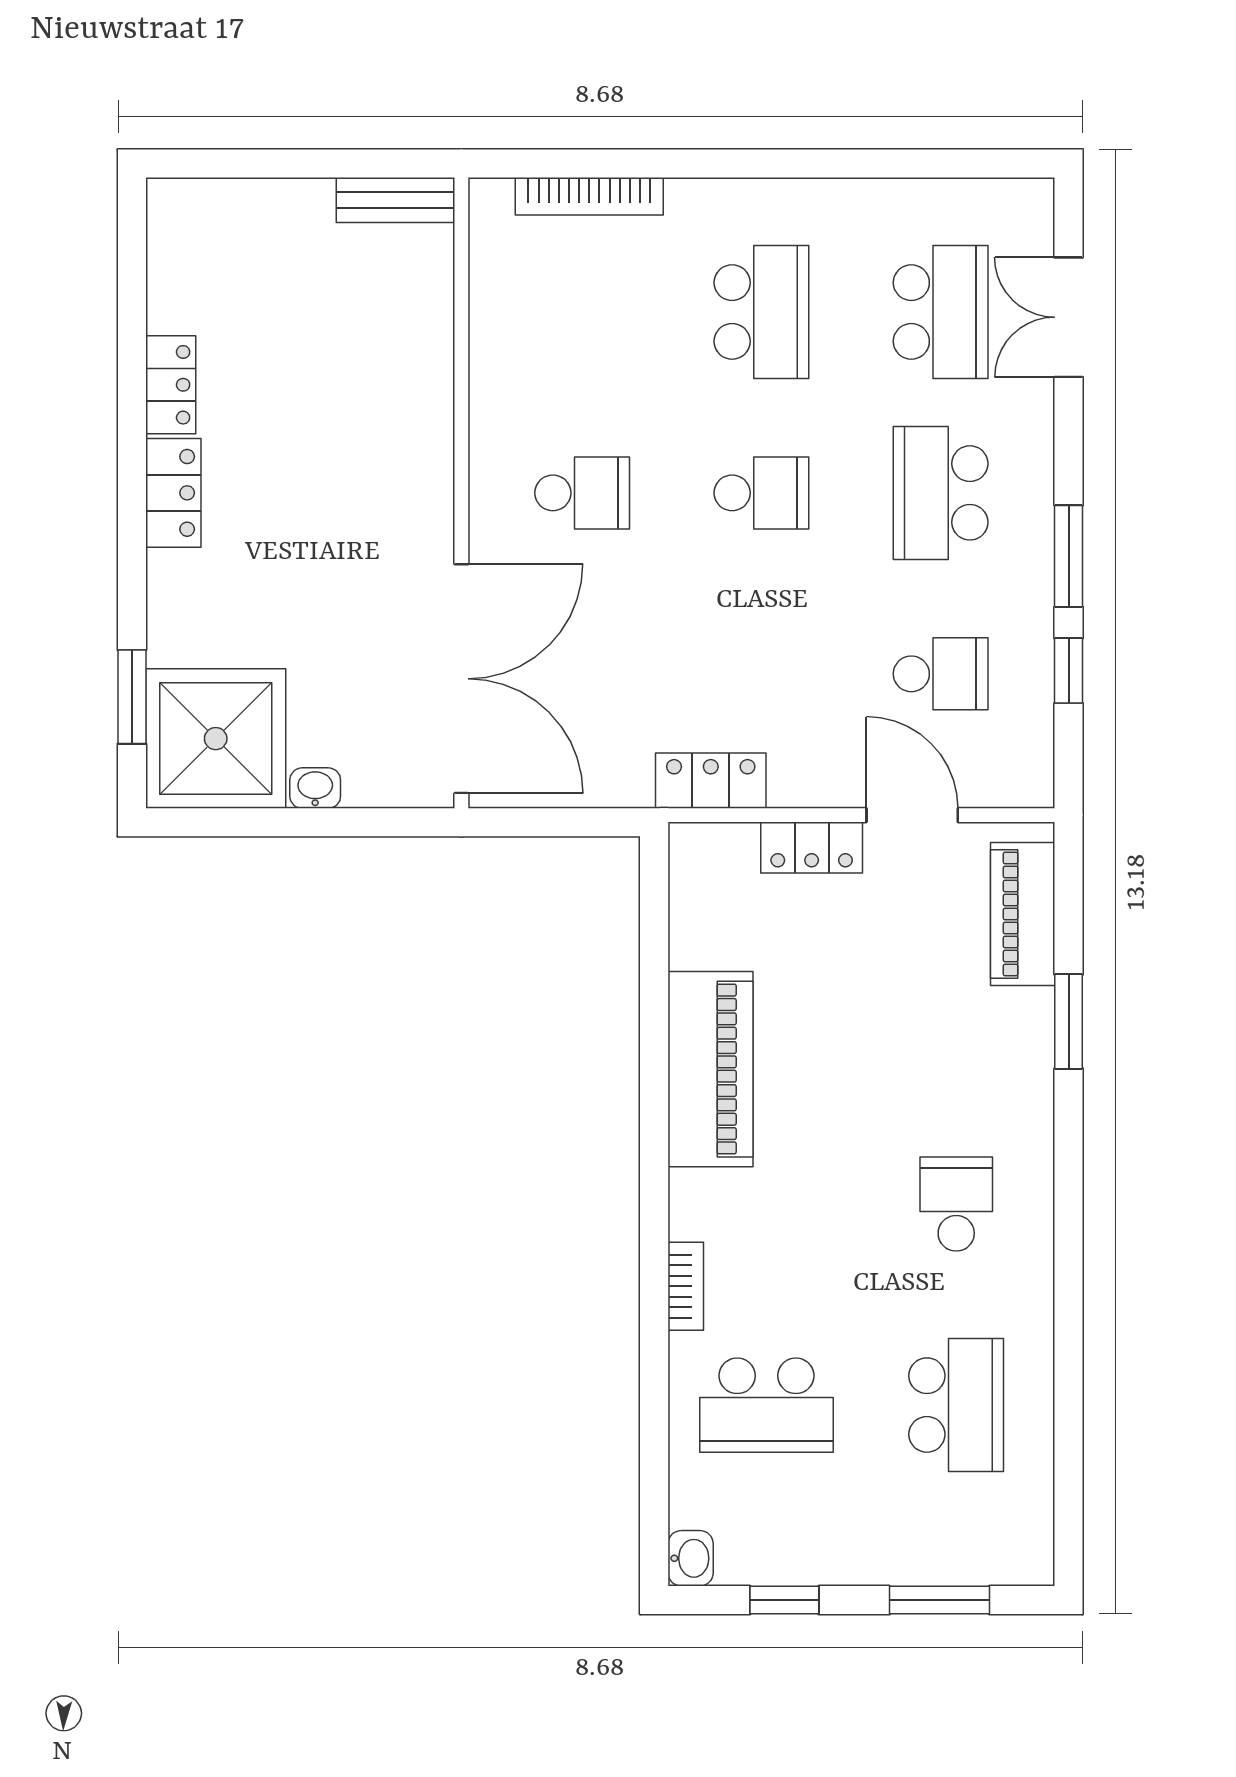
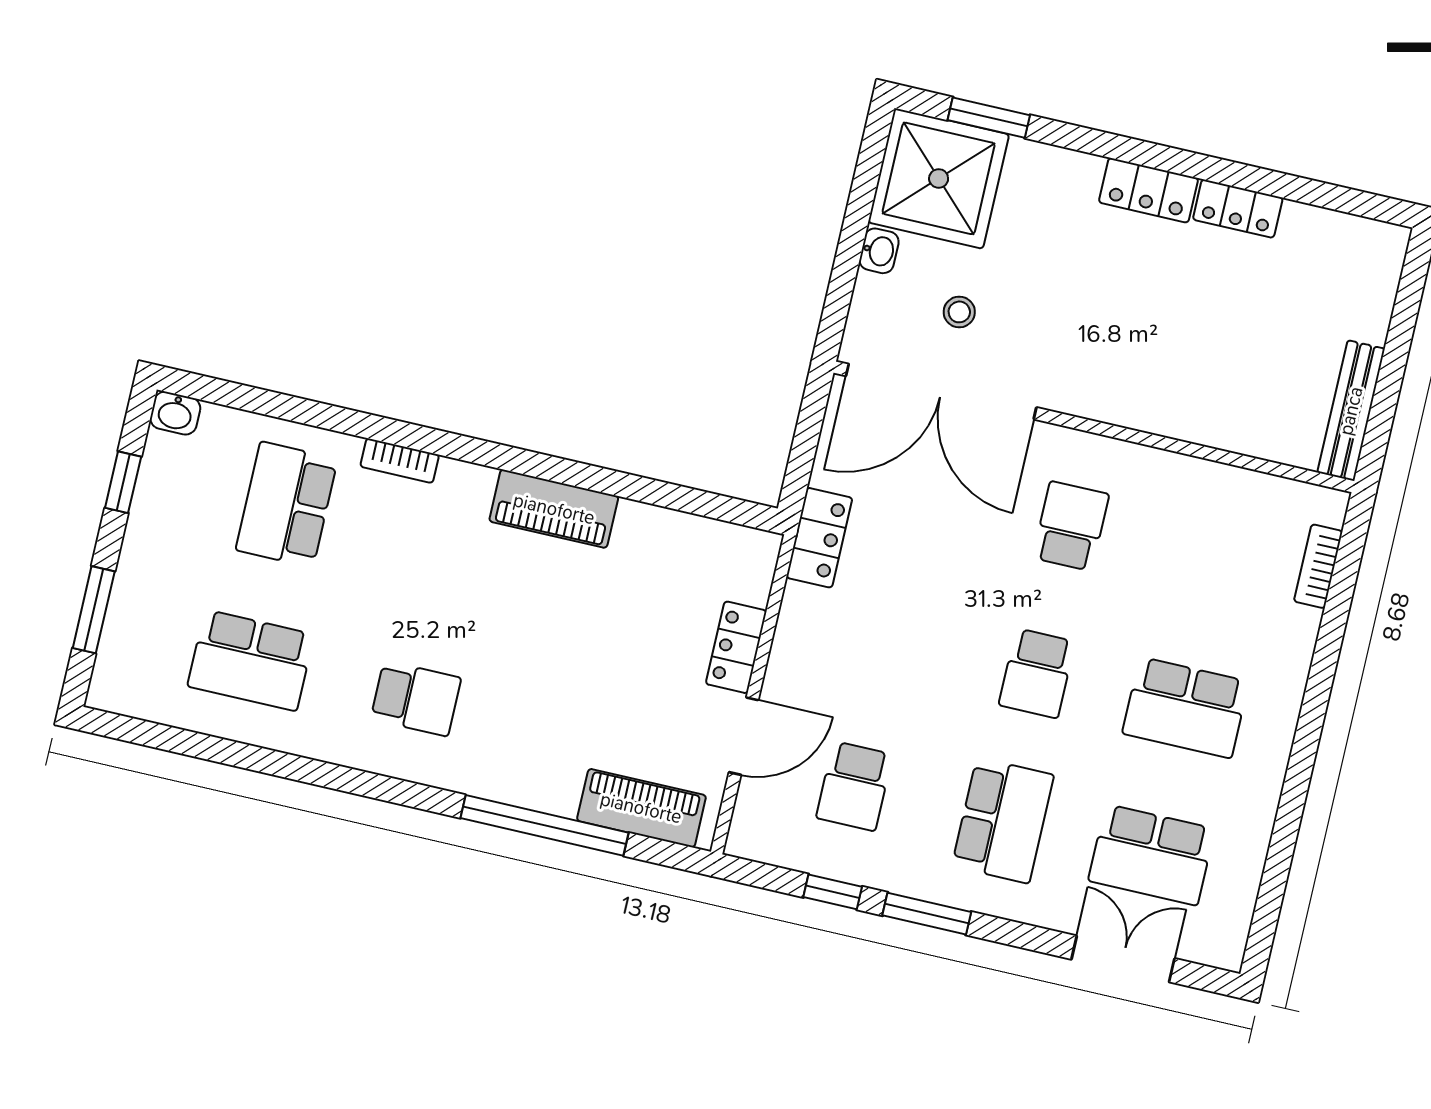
bookcase: (589, 196) -> (1318, 566), width x0.64
bench: (395, 200) -> (1351, 411), width x1.36
school desk: (582, 493) -> (1071, 526), turned 180
school desk: (941, 493) -> (1003, 820), turned 90
stool: (365, 679) -> (959, 312), added
locker: (711, 781) -> (819, 538), moved
window: (1069, 1021) -> (544, 825), width x2.11
piano: (711, 1069) -> (554, 509), width x0.73, depth x0.75

